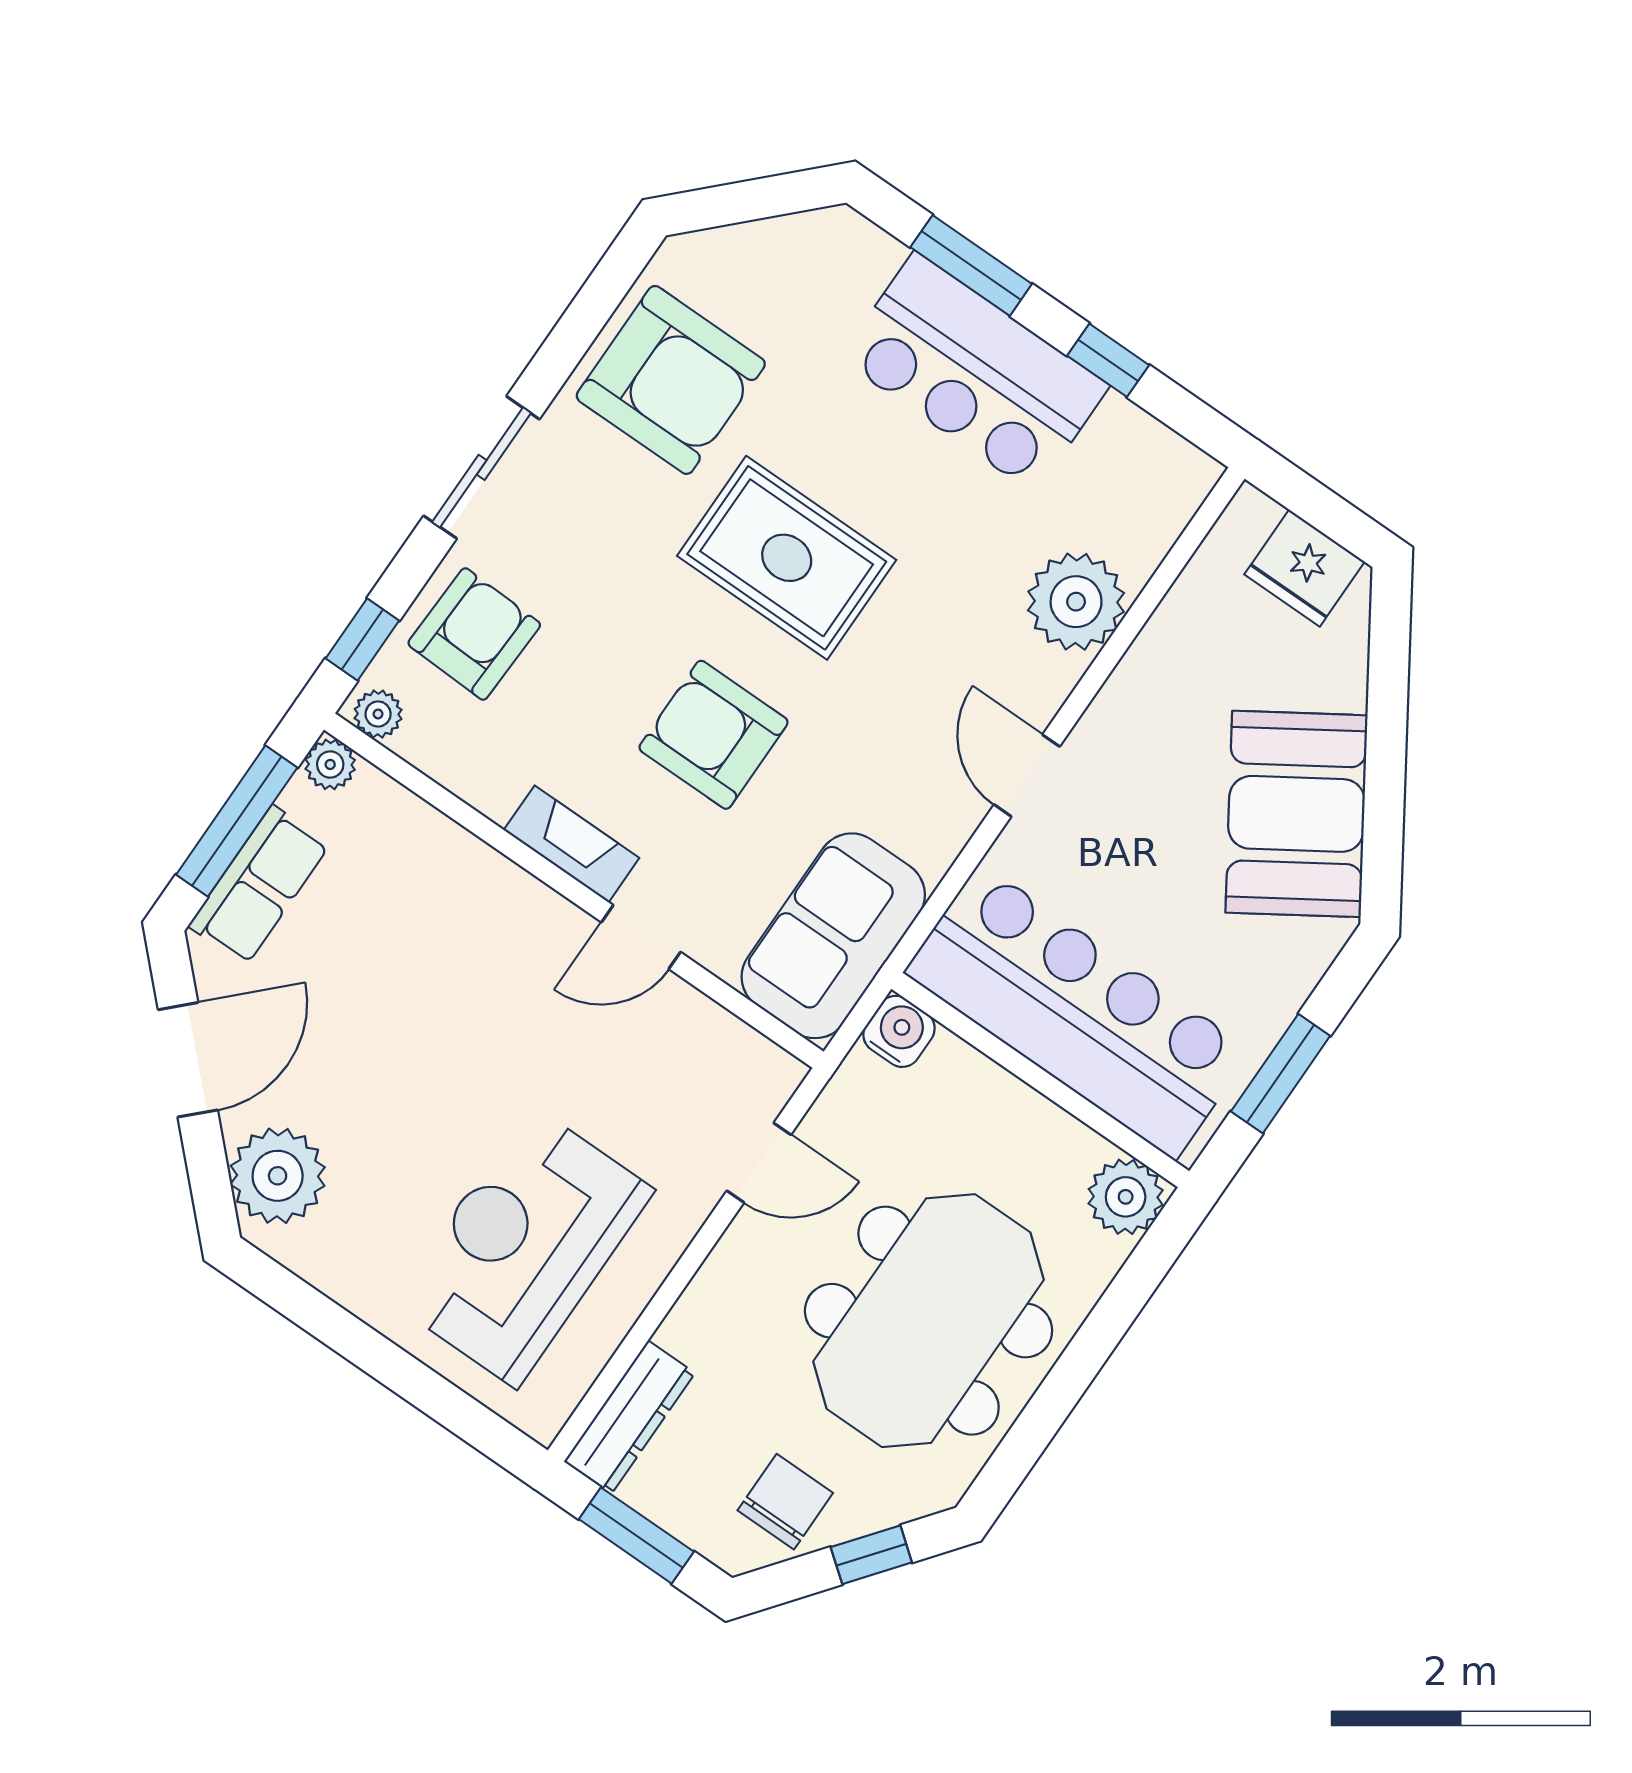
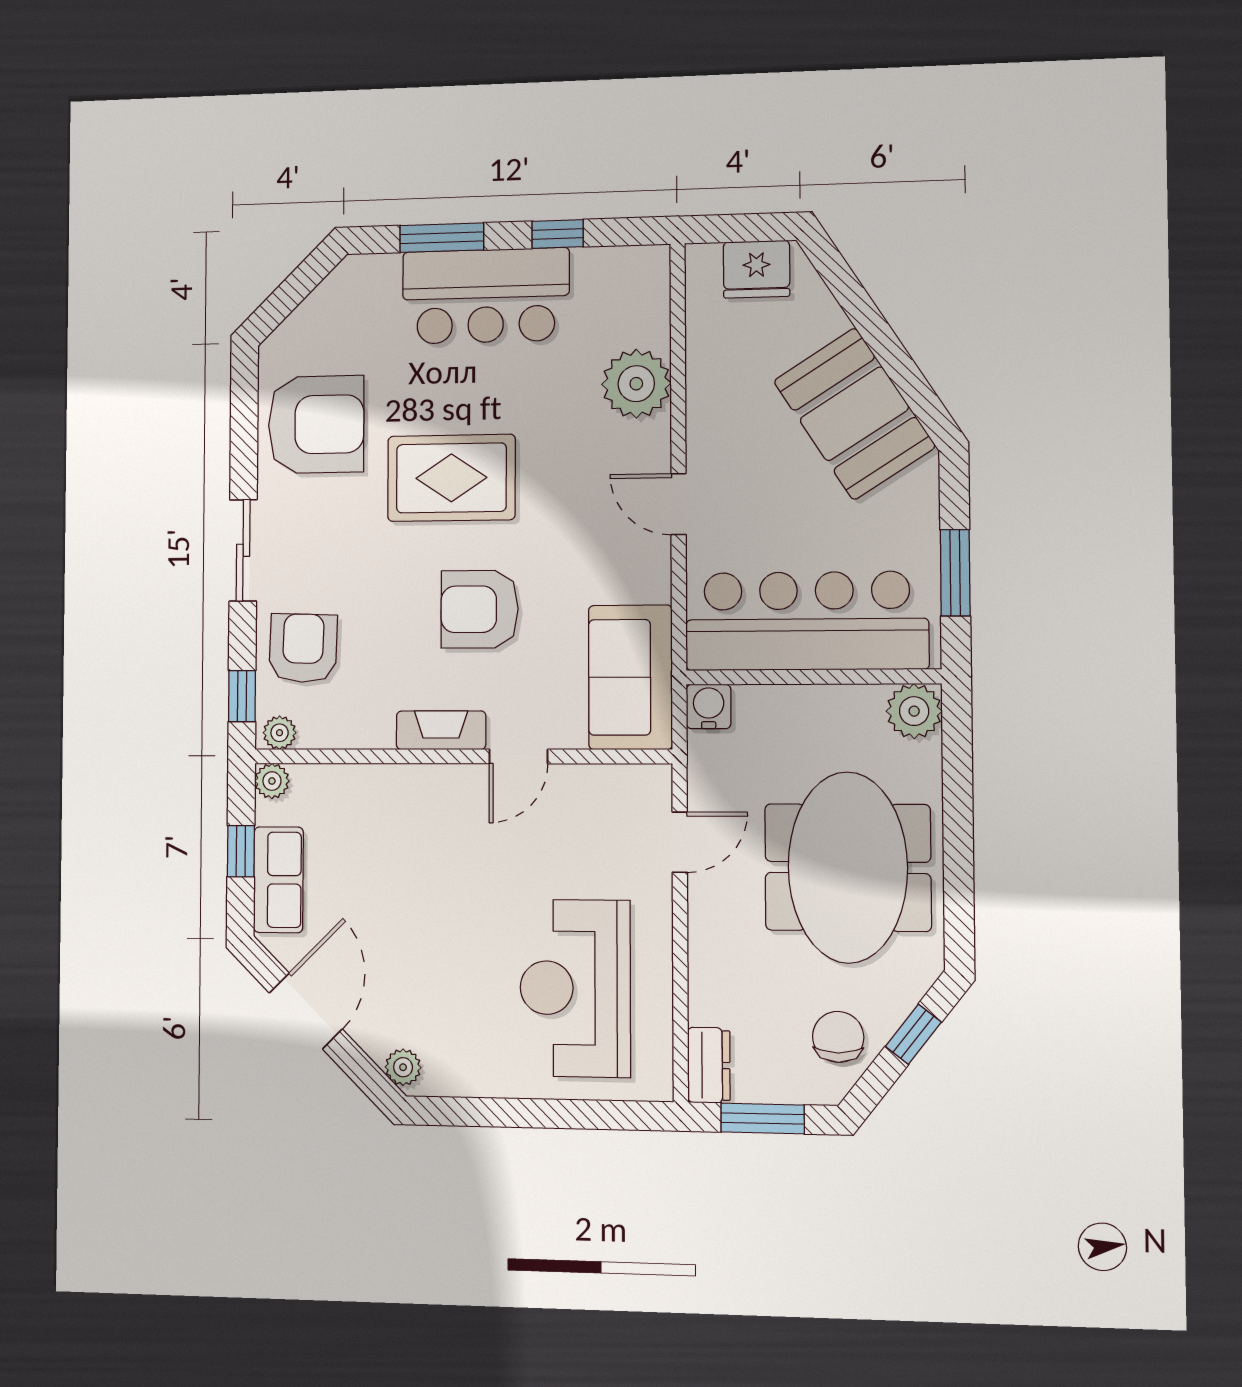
window: (237, 821) -> (241, 851), width x0.46
plant: (278, 1176) -> (403, 1067), width x0.53, depth x0.53
dresser: (630, 1417) -> (709, 1065), width x0.70

